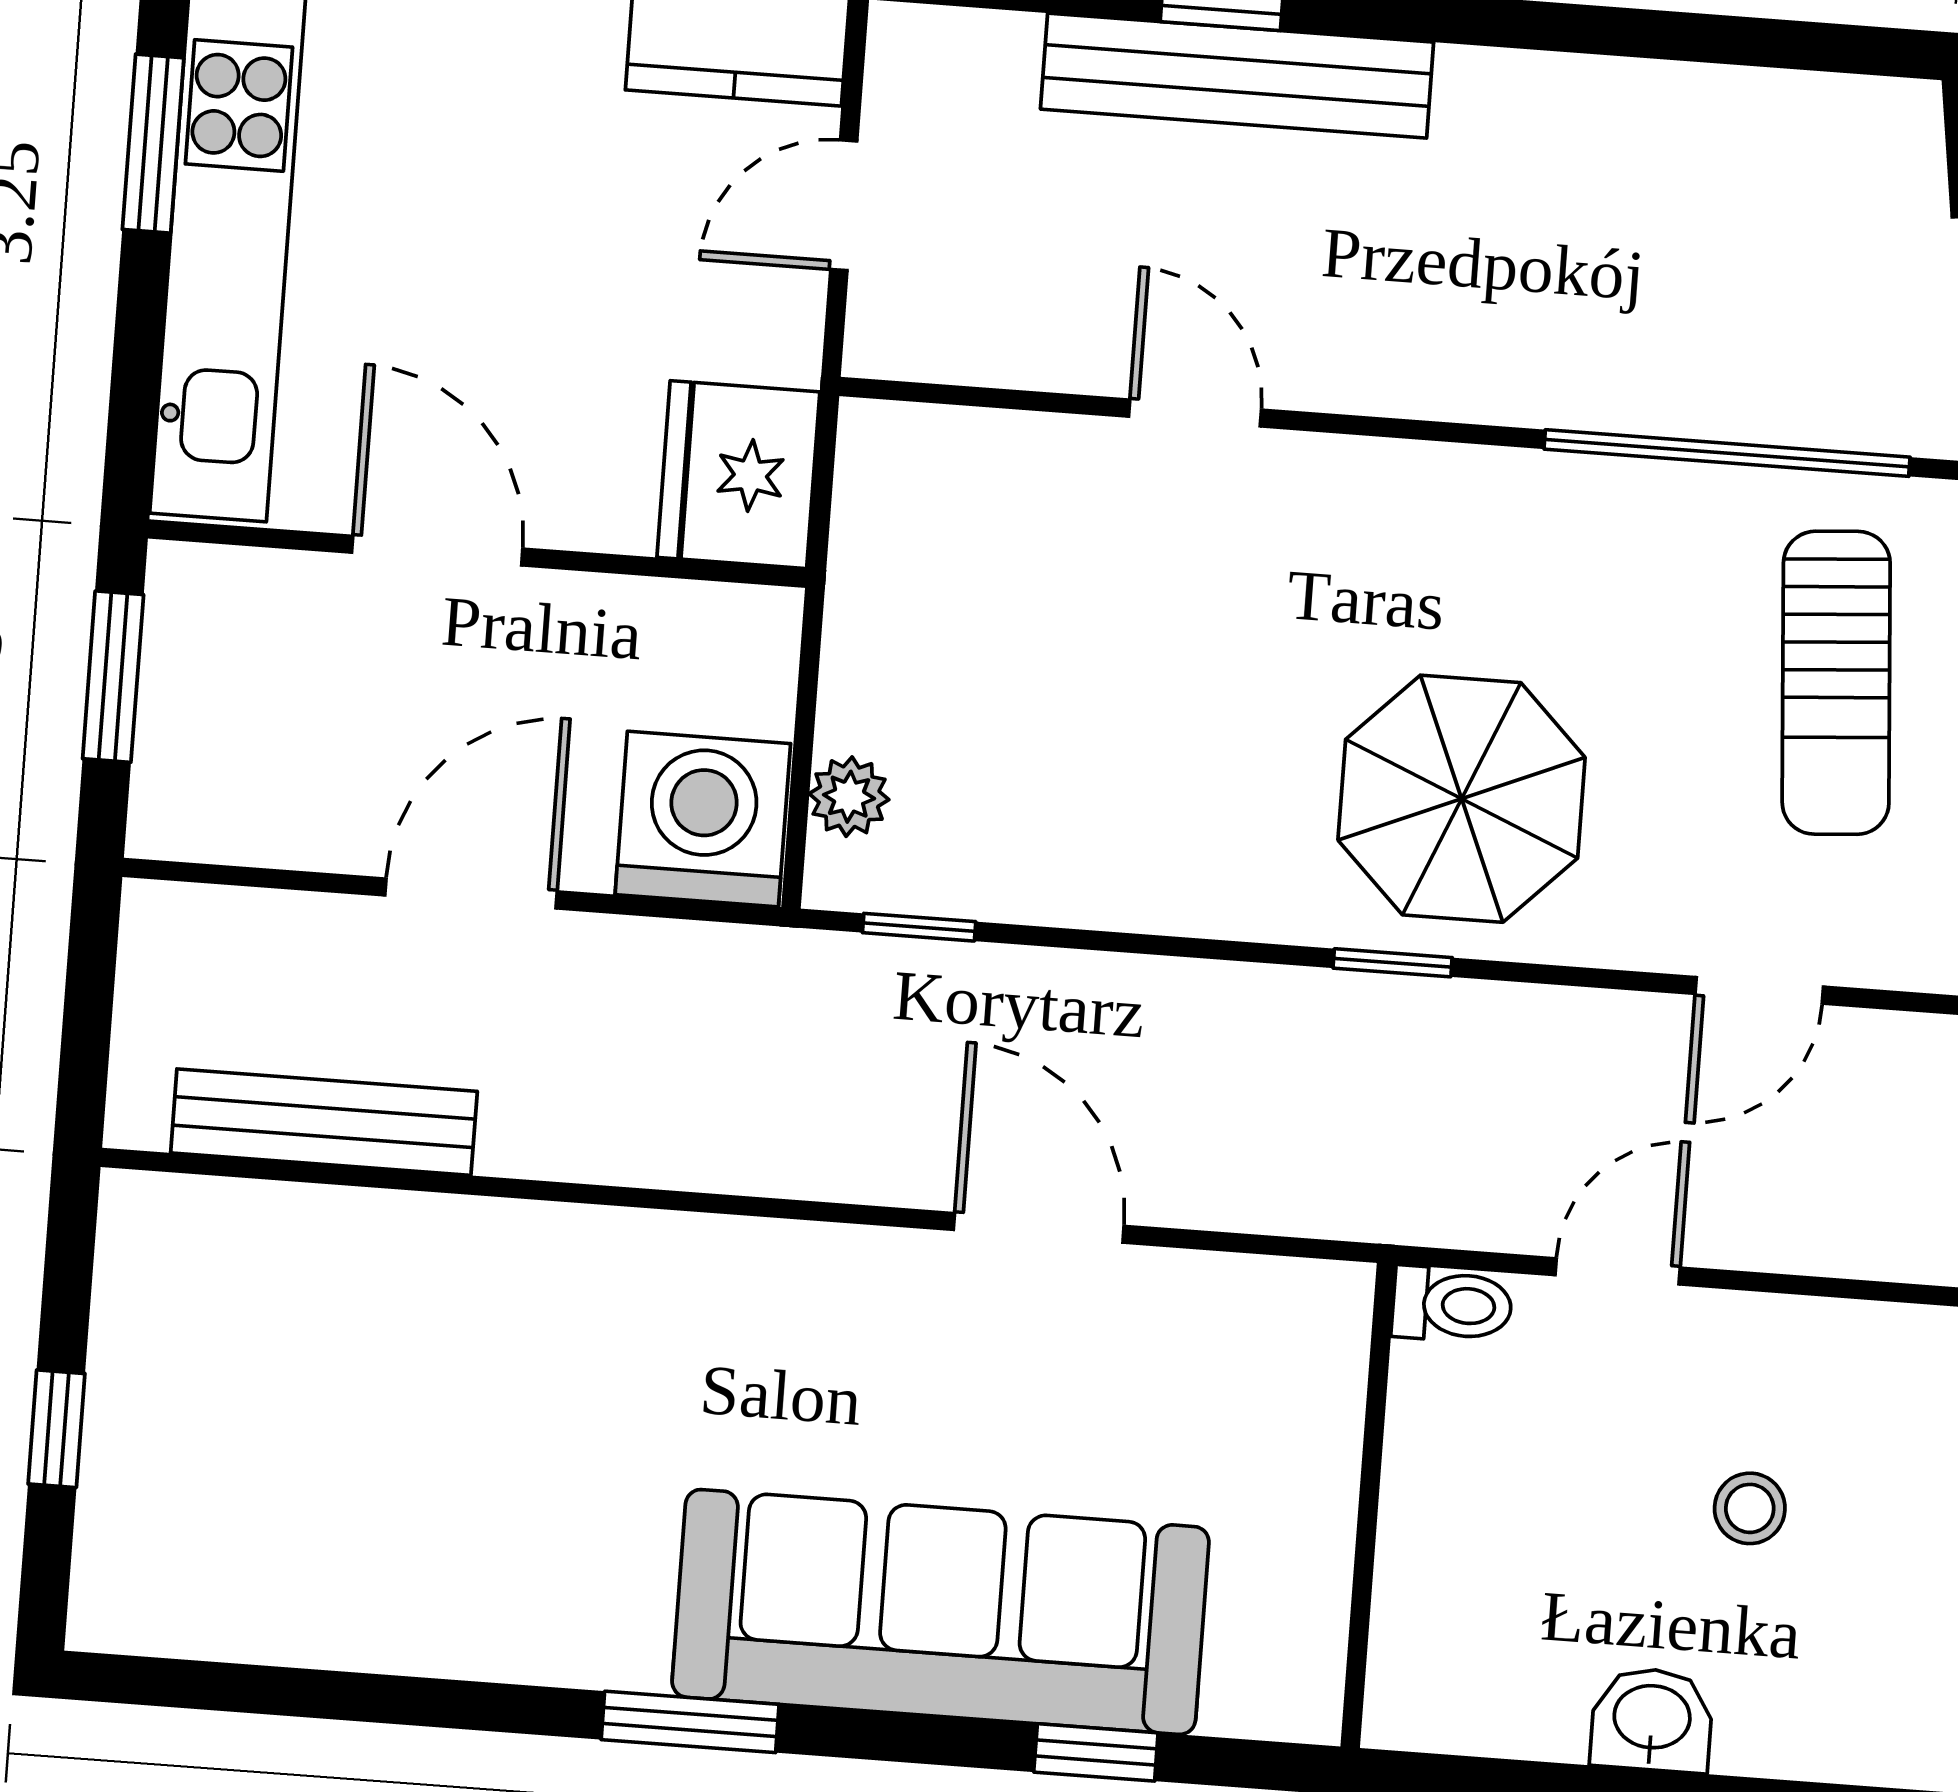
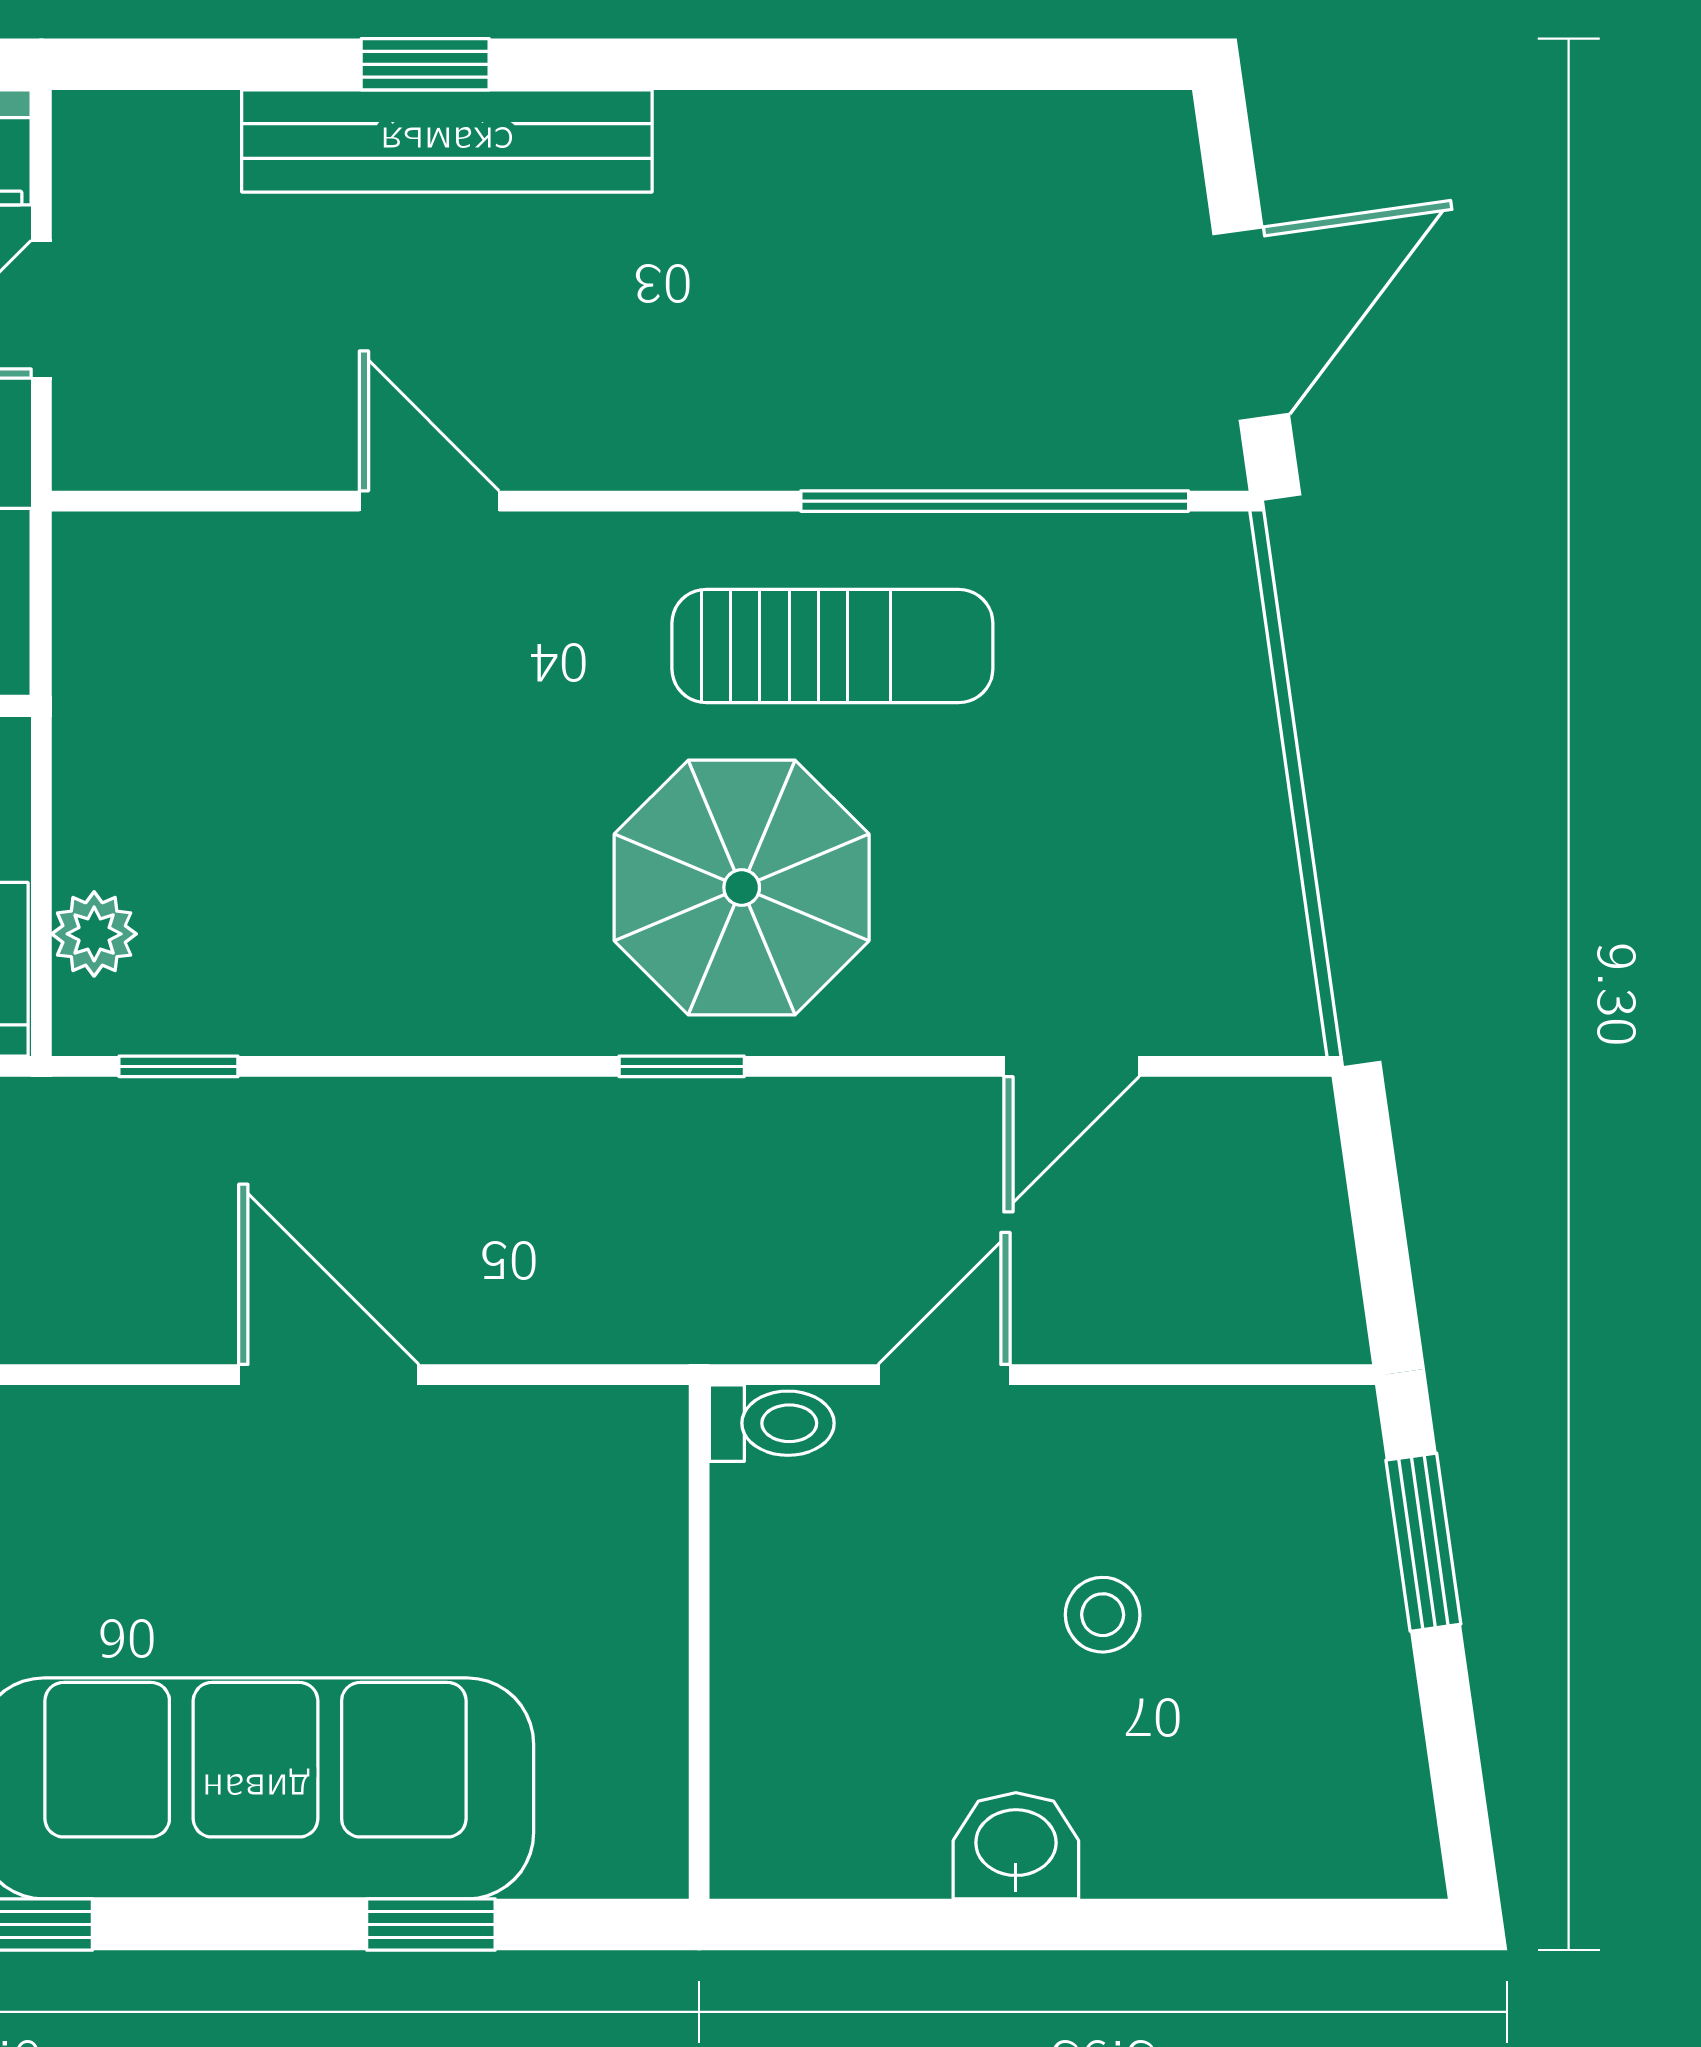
sun lounger: (1836, 683) -> (832, 646), moved, turned -86

